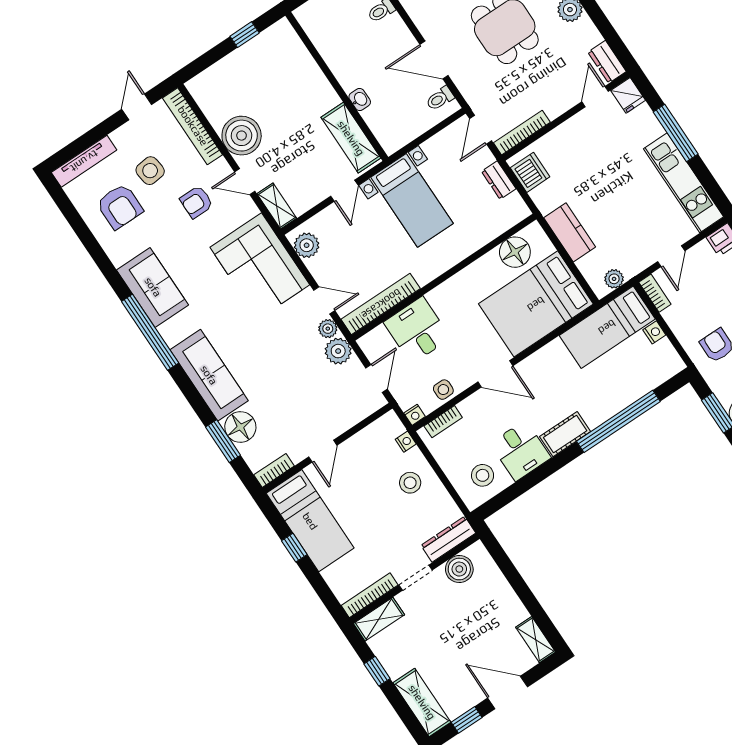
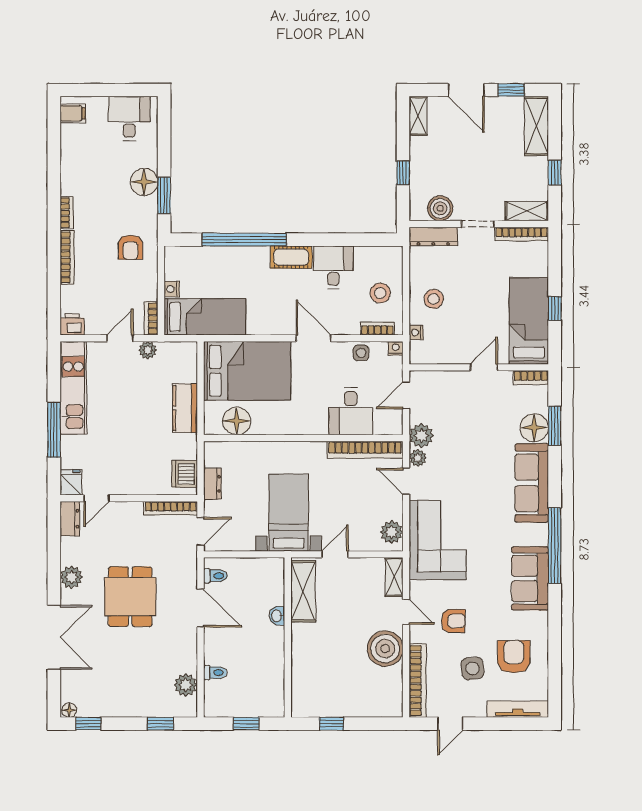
plant: (614, 279) -> (148, 350), moved
stool: (483, 475) -> (380, 293), moved
window: (515, 579) -> (403, 173), added

